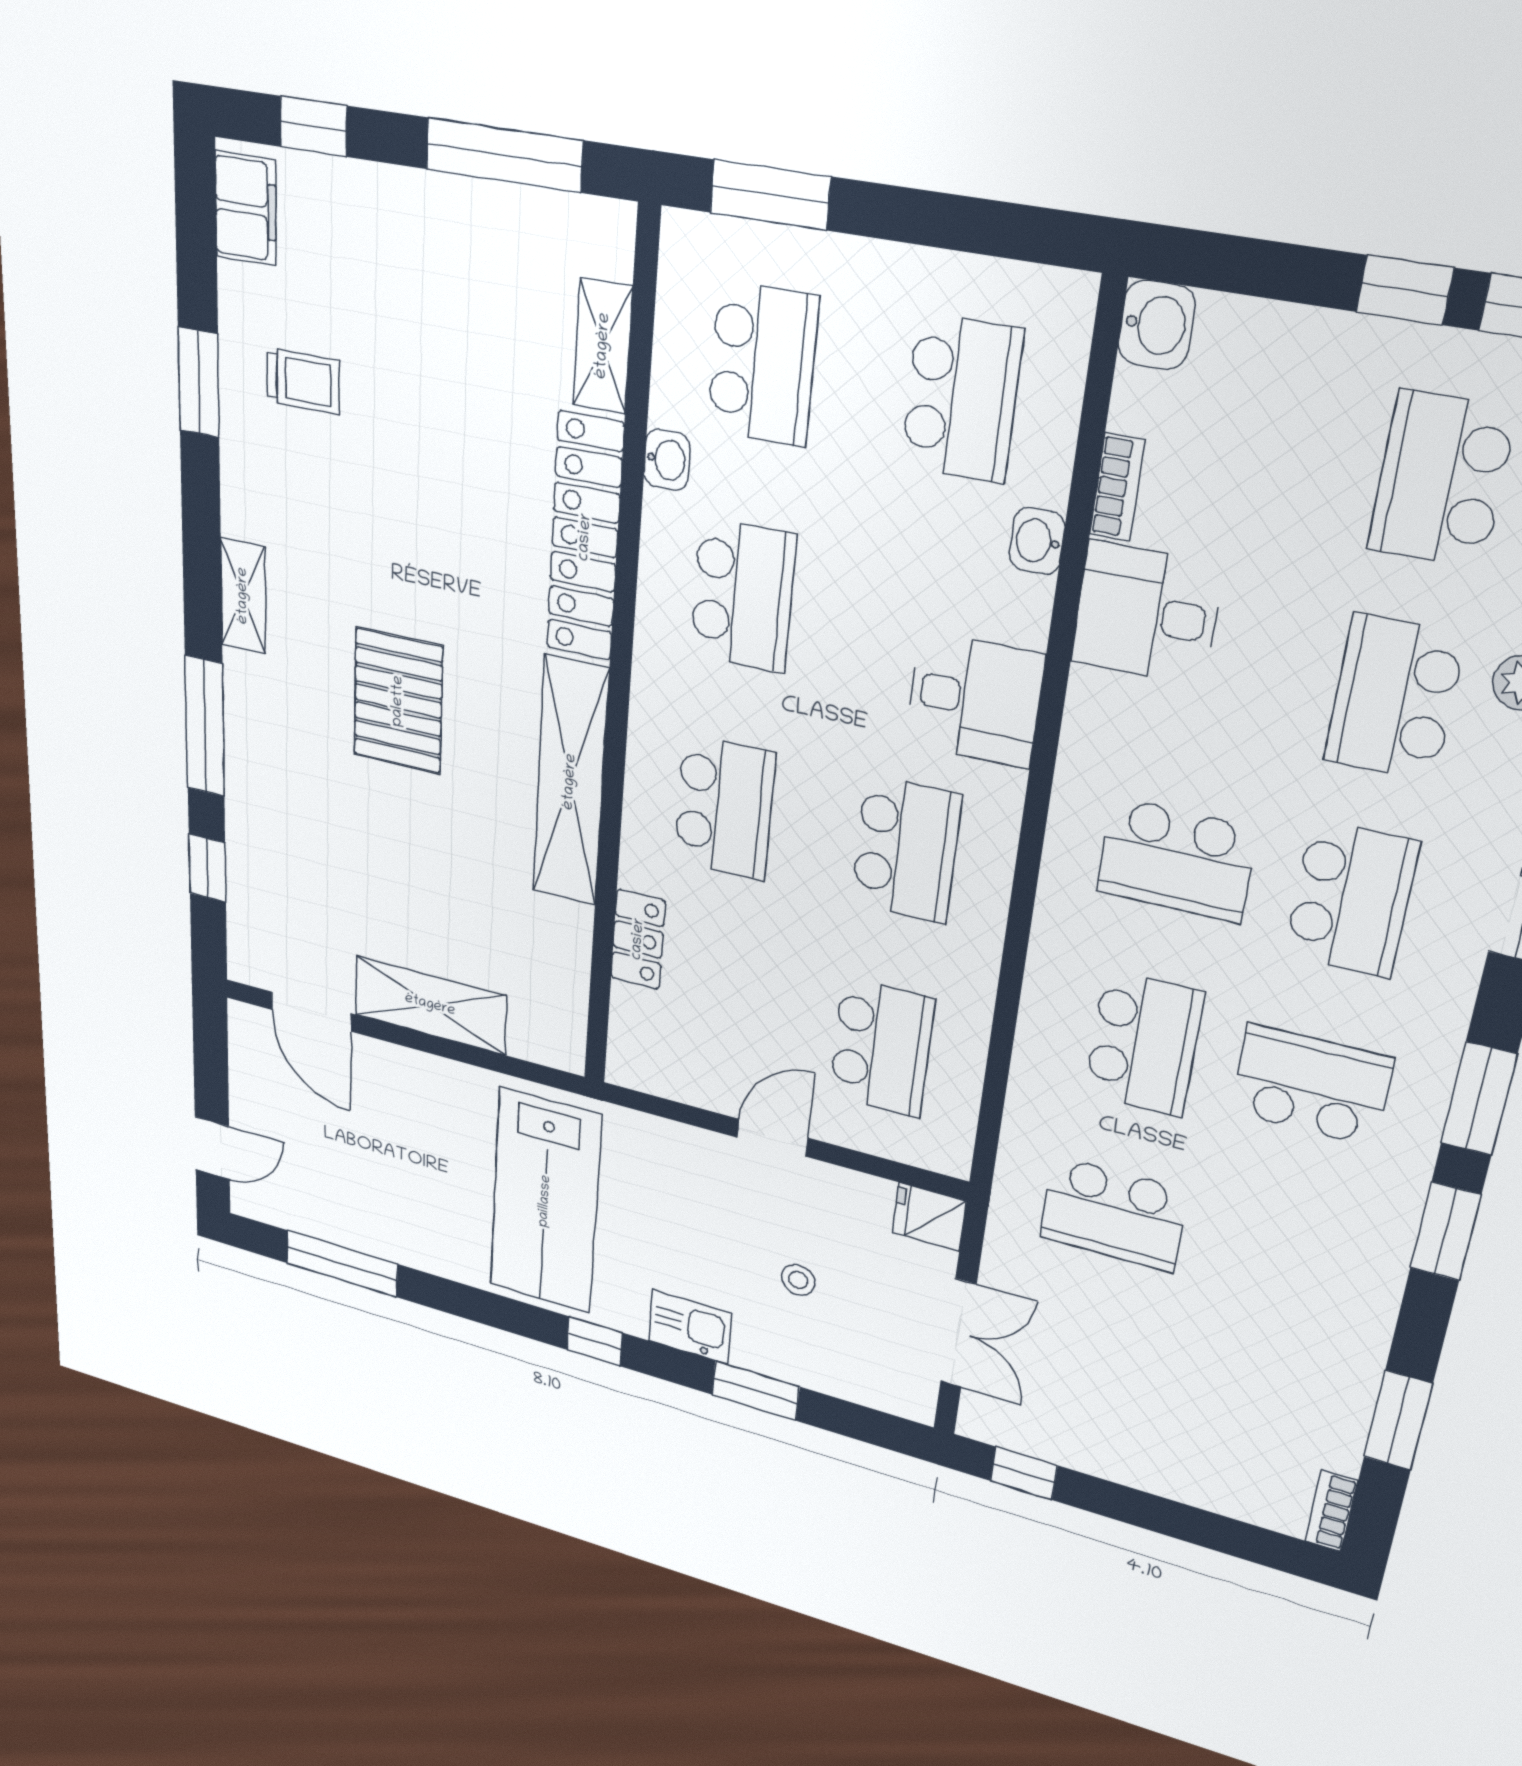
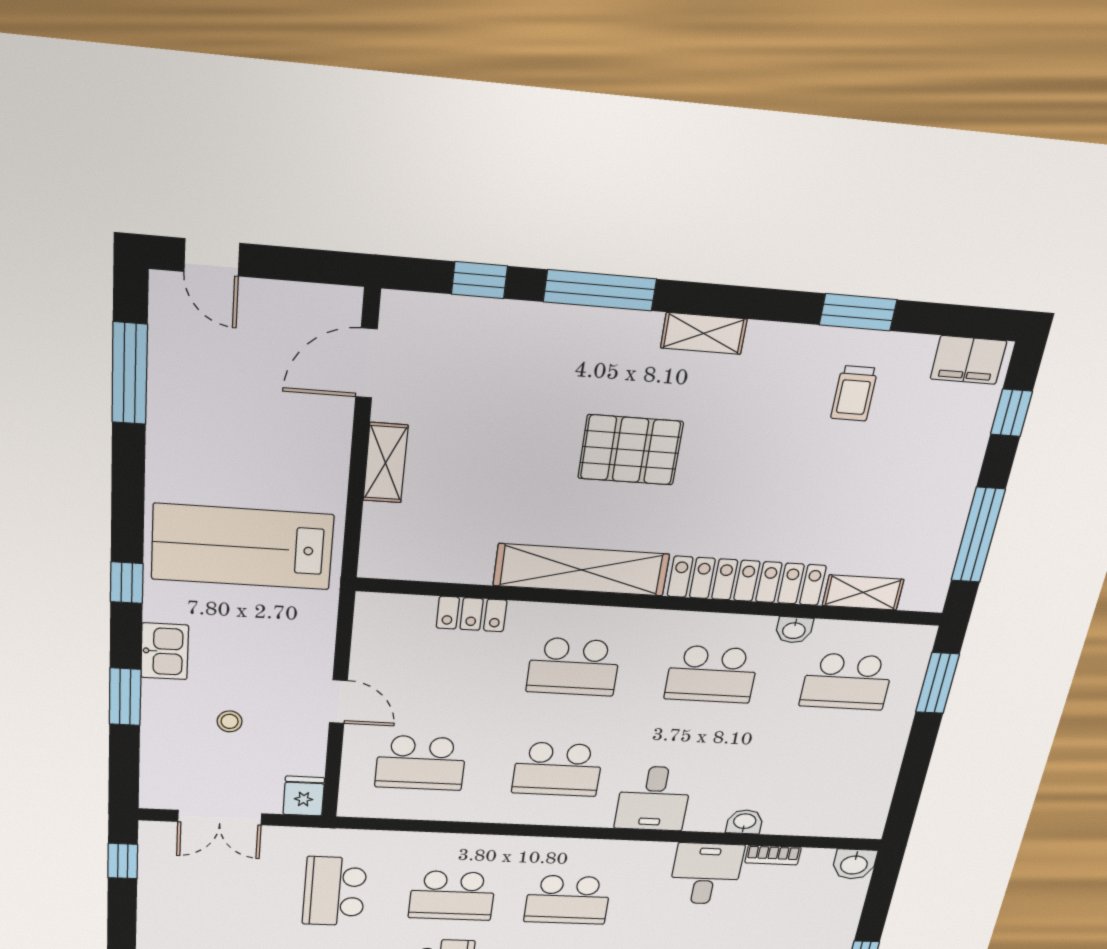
school desk: (961, 398) -> (822, 782), removed
school desk: (1176, 860) -> (568, 900), turned -90
shelving: (430, 1005) -> (385, 463), width x0.67, depth x0.75

